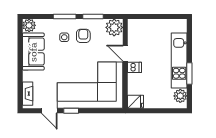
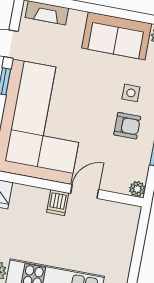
plant: (114, 27) -> (137, 189), width x0.53, depth x0.53

